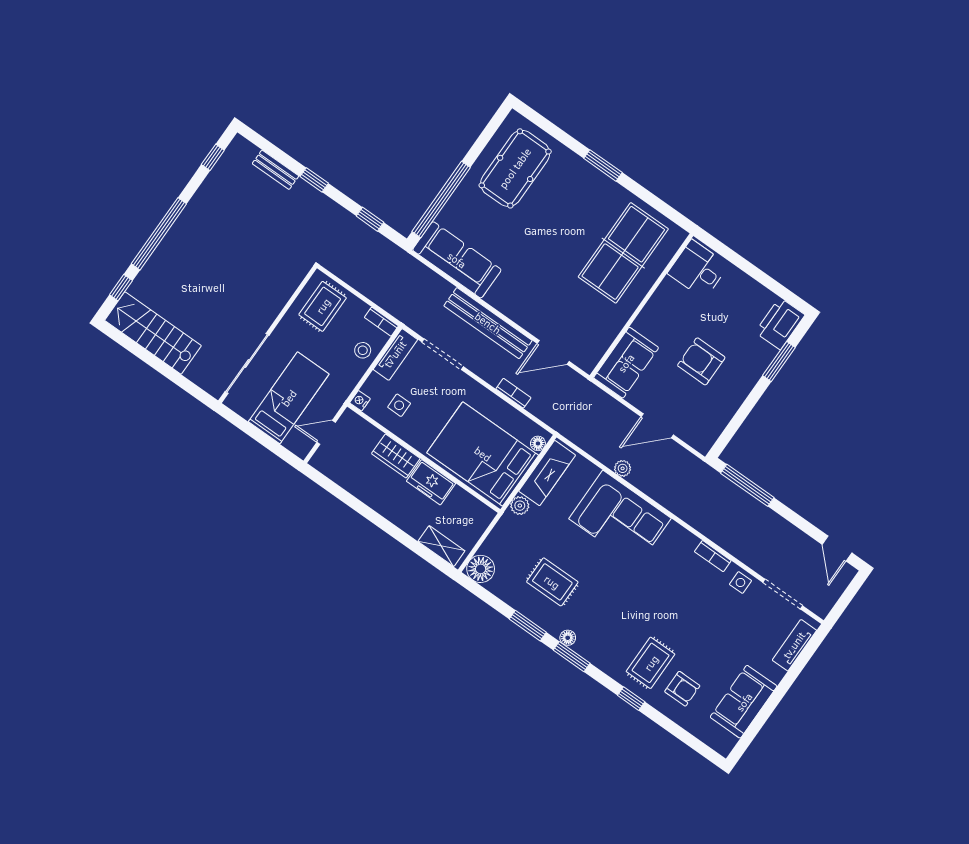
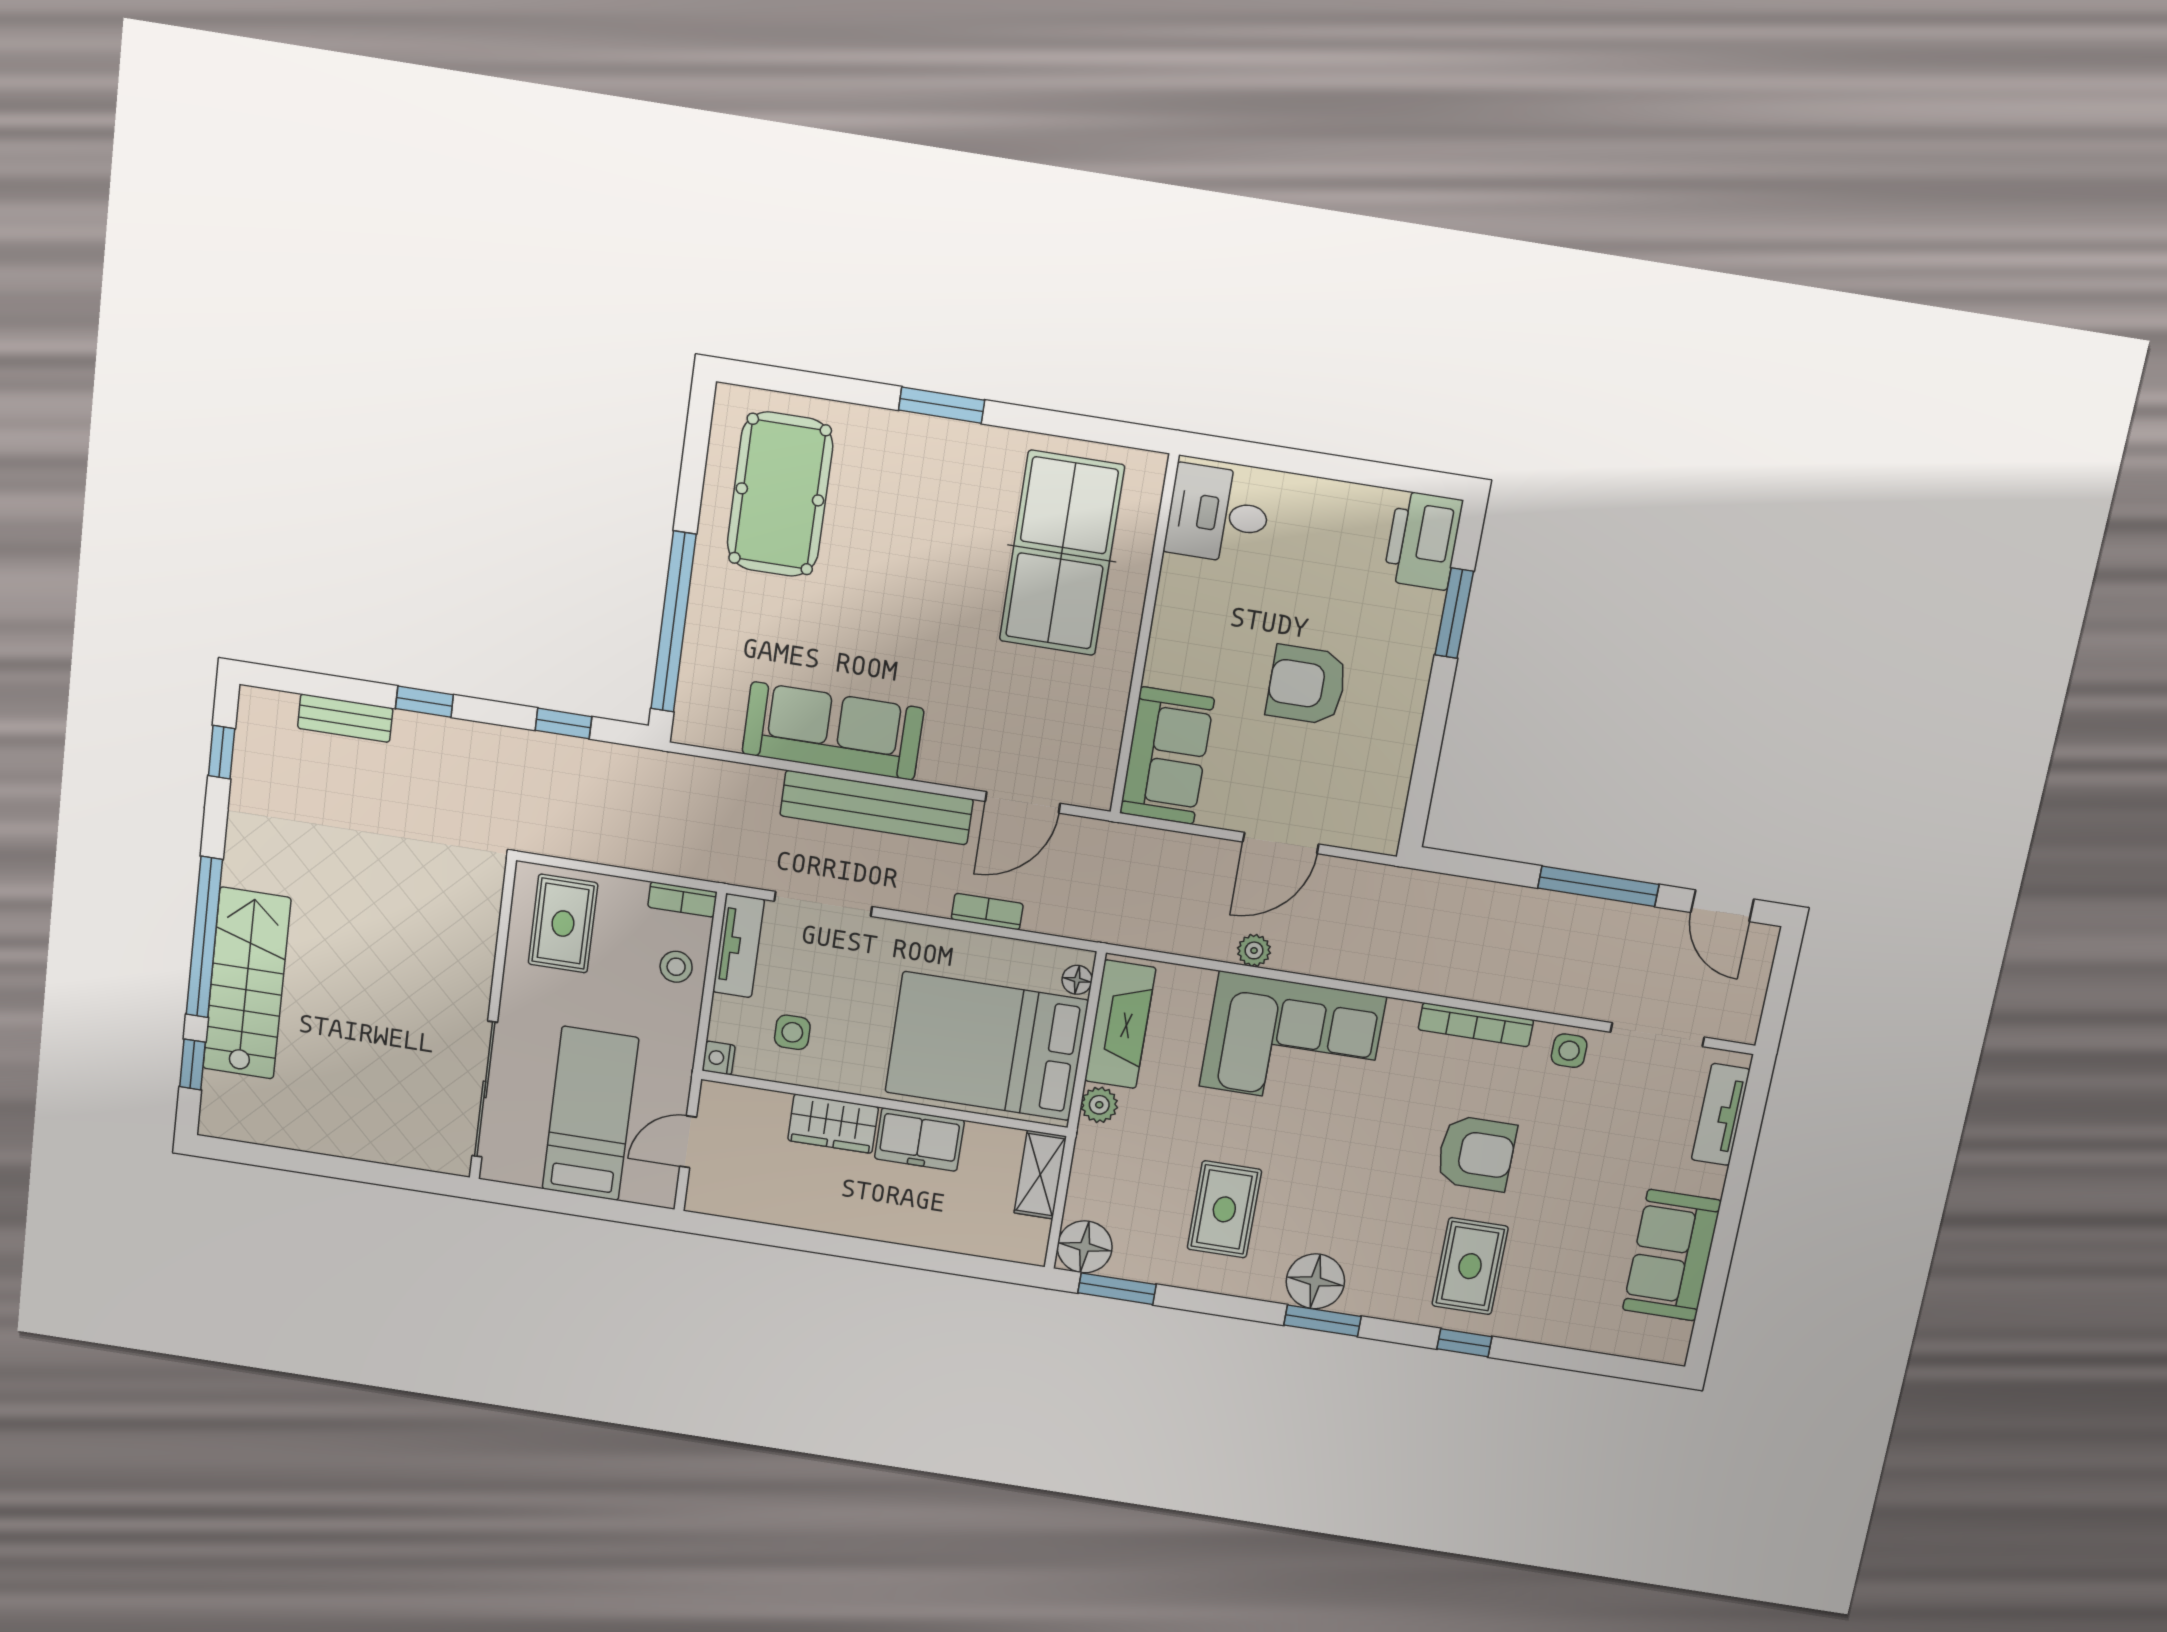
sofa: (457, 260) -> (833, 731), moved
stairs: (153, 333) -> (247, 983), moved, turned 90
window: (747, 485) -> (1598, 886), moved
shelving: (441, 546) -> (1040, 1175), moved, turned 90
bookcase: (713, 556) -> (1476, 1025), width x1.56
rug: (552, 582) -> (1224, 1209), turned 90
window: (528, 626) -> (1117, 1289), moved
floor lamp: (568, 638) -> (1315, 1281), width x1.89, depth x1.89
armchair: (682, 689) -> (1476, 1153), moved, width x1.38, depth x1.38

